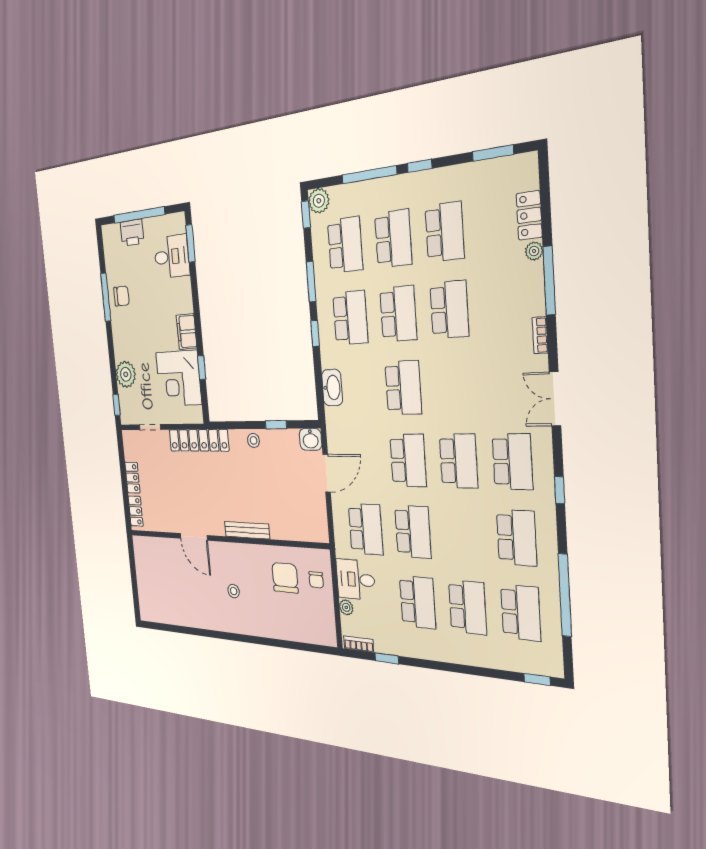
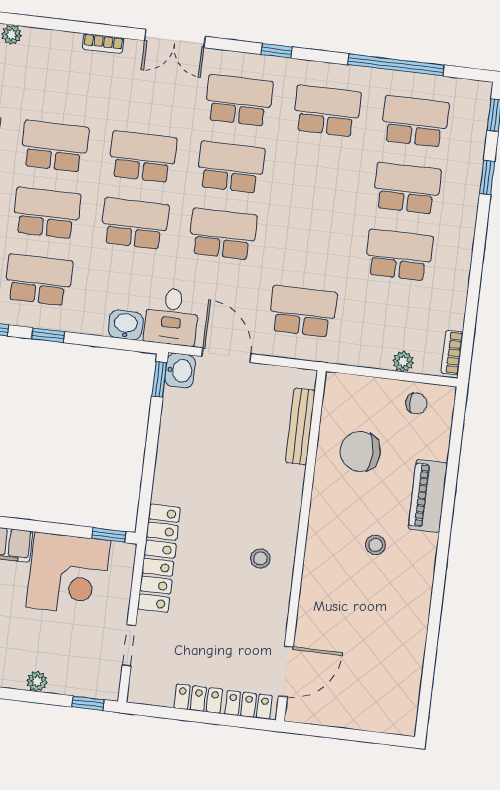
window: (549, 281) -> (47, 23), removed
window: (202, 368) -> (109, 535), moved
plant: (126, 374) -> (37, 681), width x0.53, depth x0.53
washbasin: (332, 388) -> (126, 325), width x0.72
window: (276, 425) -> (159, 379), moved
stool: (253, 440) -> (260, 559), moved
bench: (247, 530) -> (300, 426), moved
school desk: (413, 532) -> (143, 157), moved
door: (194, 537) -> (286, 672), moved
chair: (316, 580) -> (416, 403), moved
desk: (356, 580) -> (172, 316), moved
piano: (268, 627) -> (428, 496), added
window: (387, 658) -> (487, 177), moved

